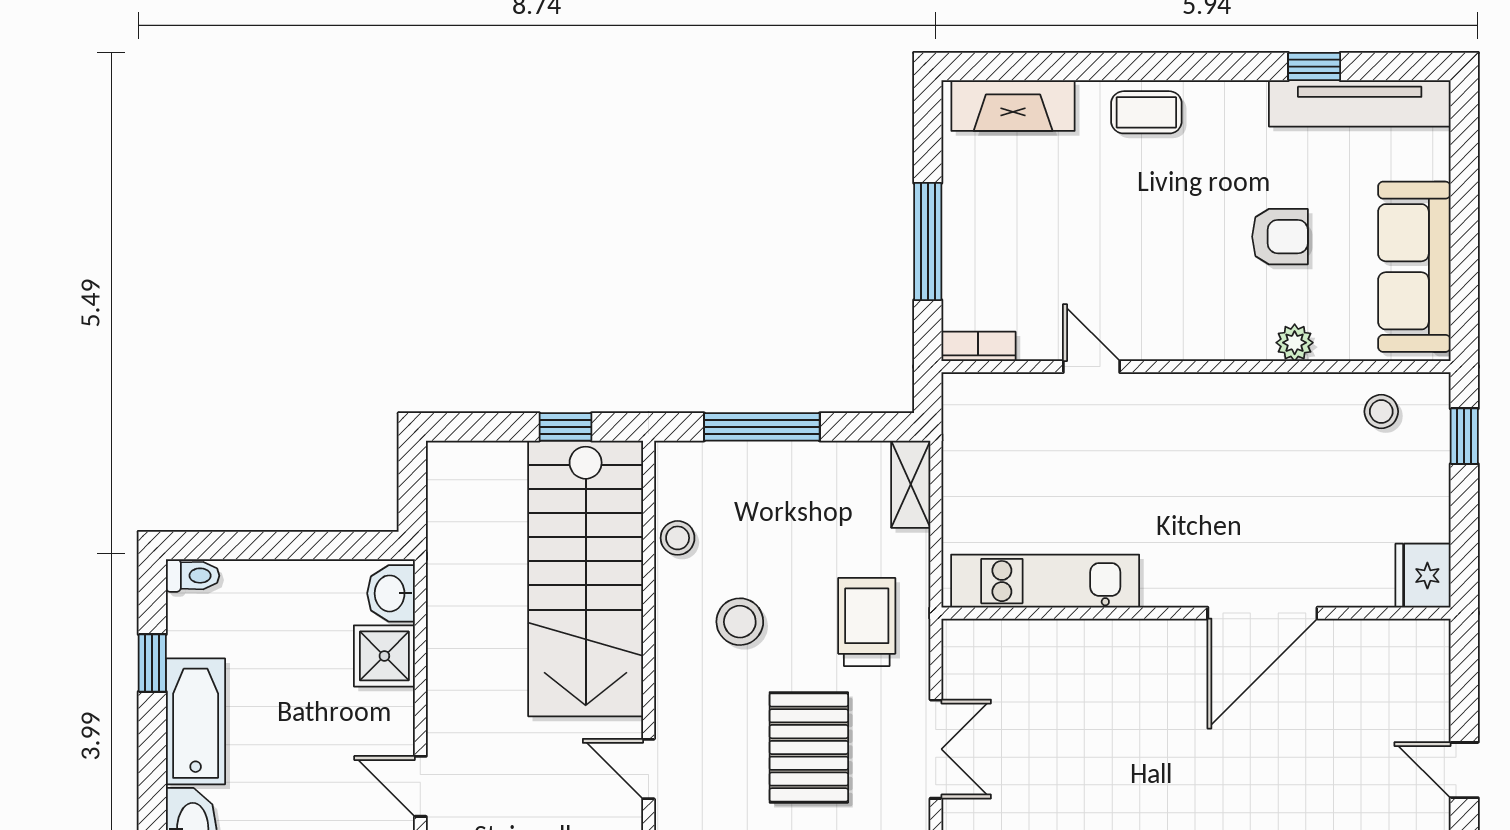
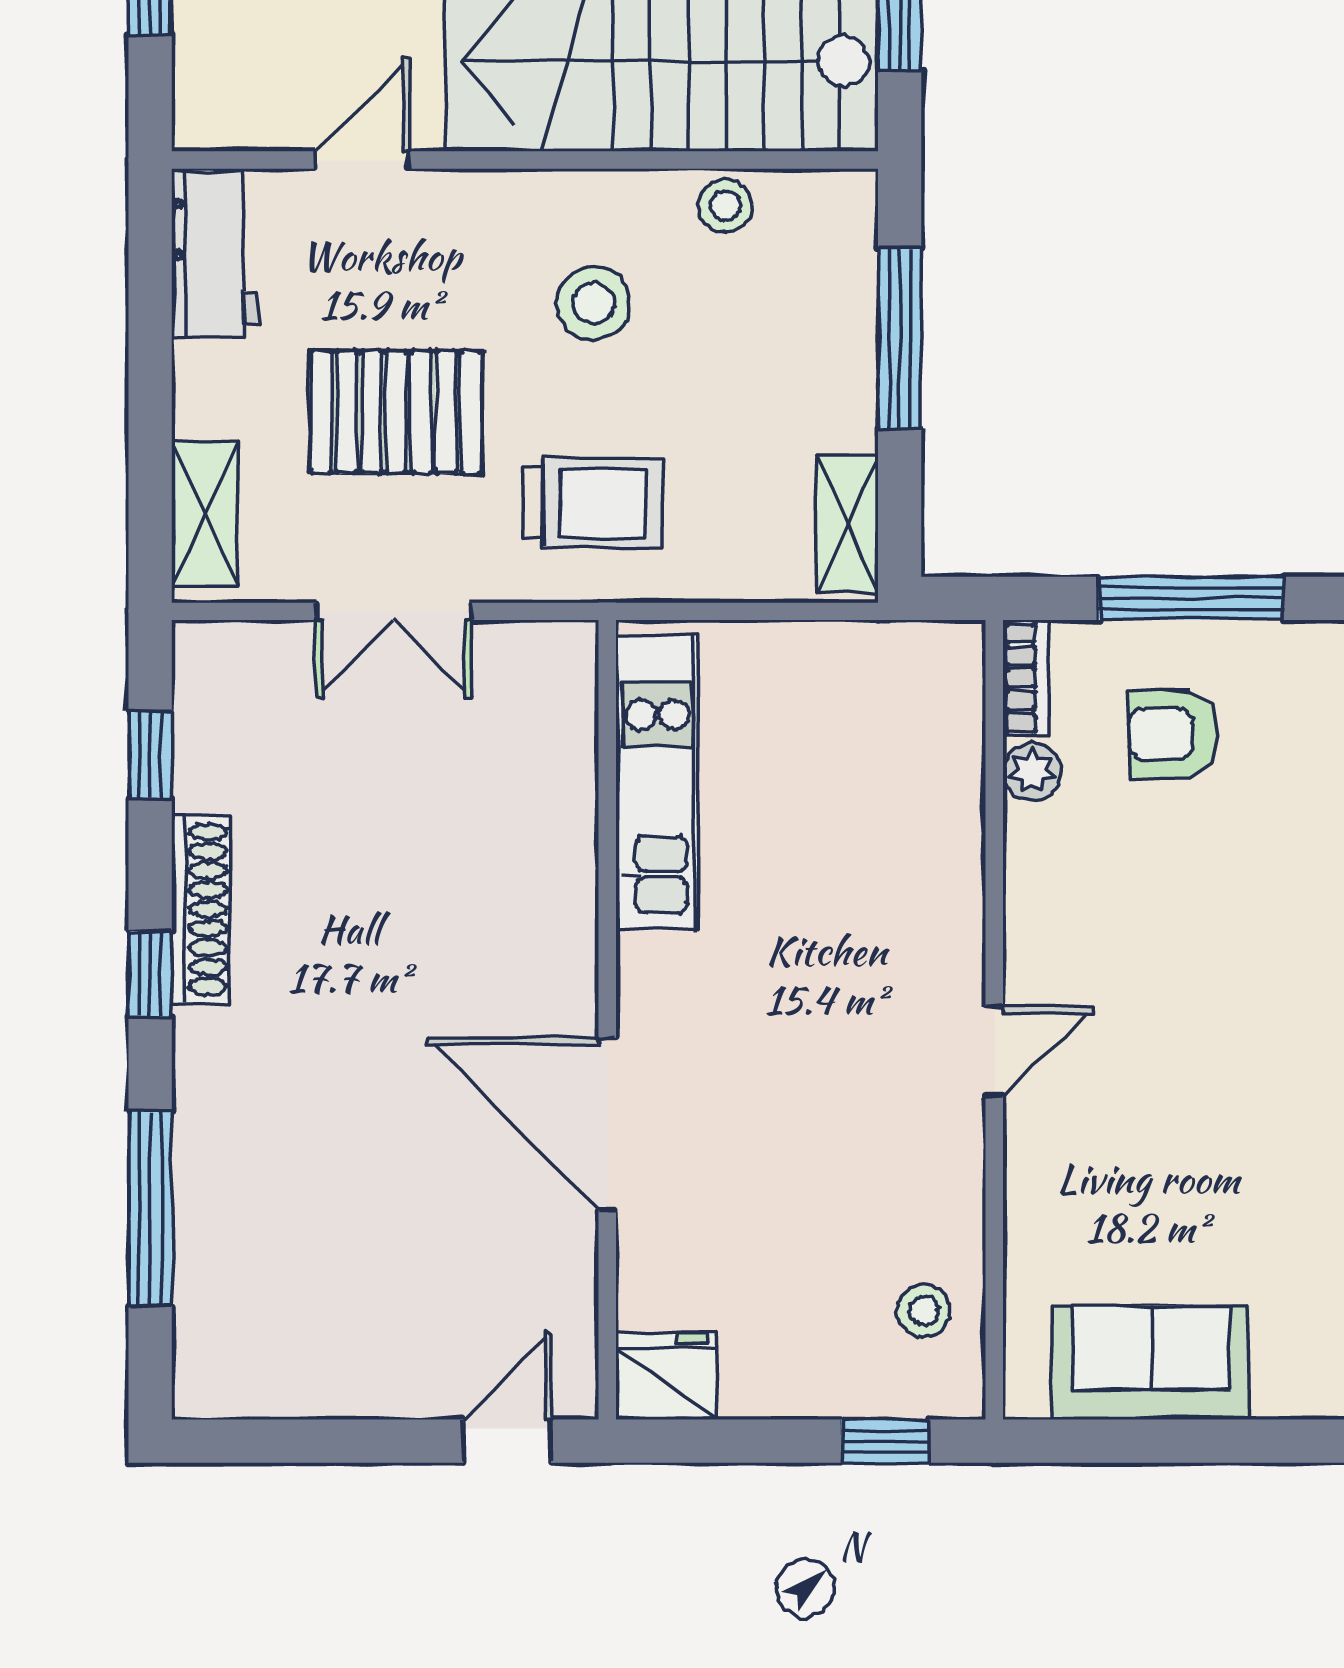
armchair: (1280, 237) -> (1173, 734), moved, turned 90
sofa: (1414, 267) -> (1151, 1363), width x0.73
plant: (1295, 343) -> (1032, 771), moved
door: (1092, 367) -> (994, 1051), moved
shelving: (911, 484) -> (847, 524), moved, turned 90
door: (1464, 770) -> (507, 1441), moved

